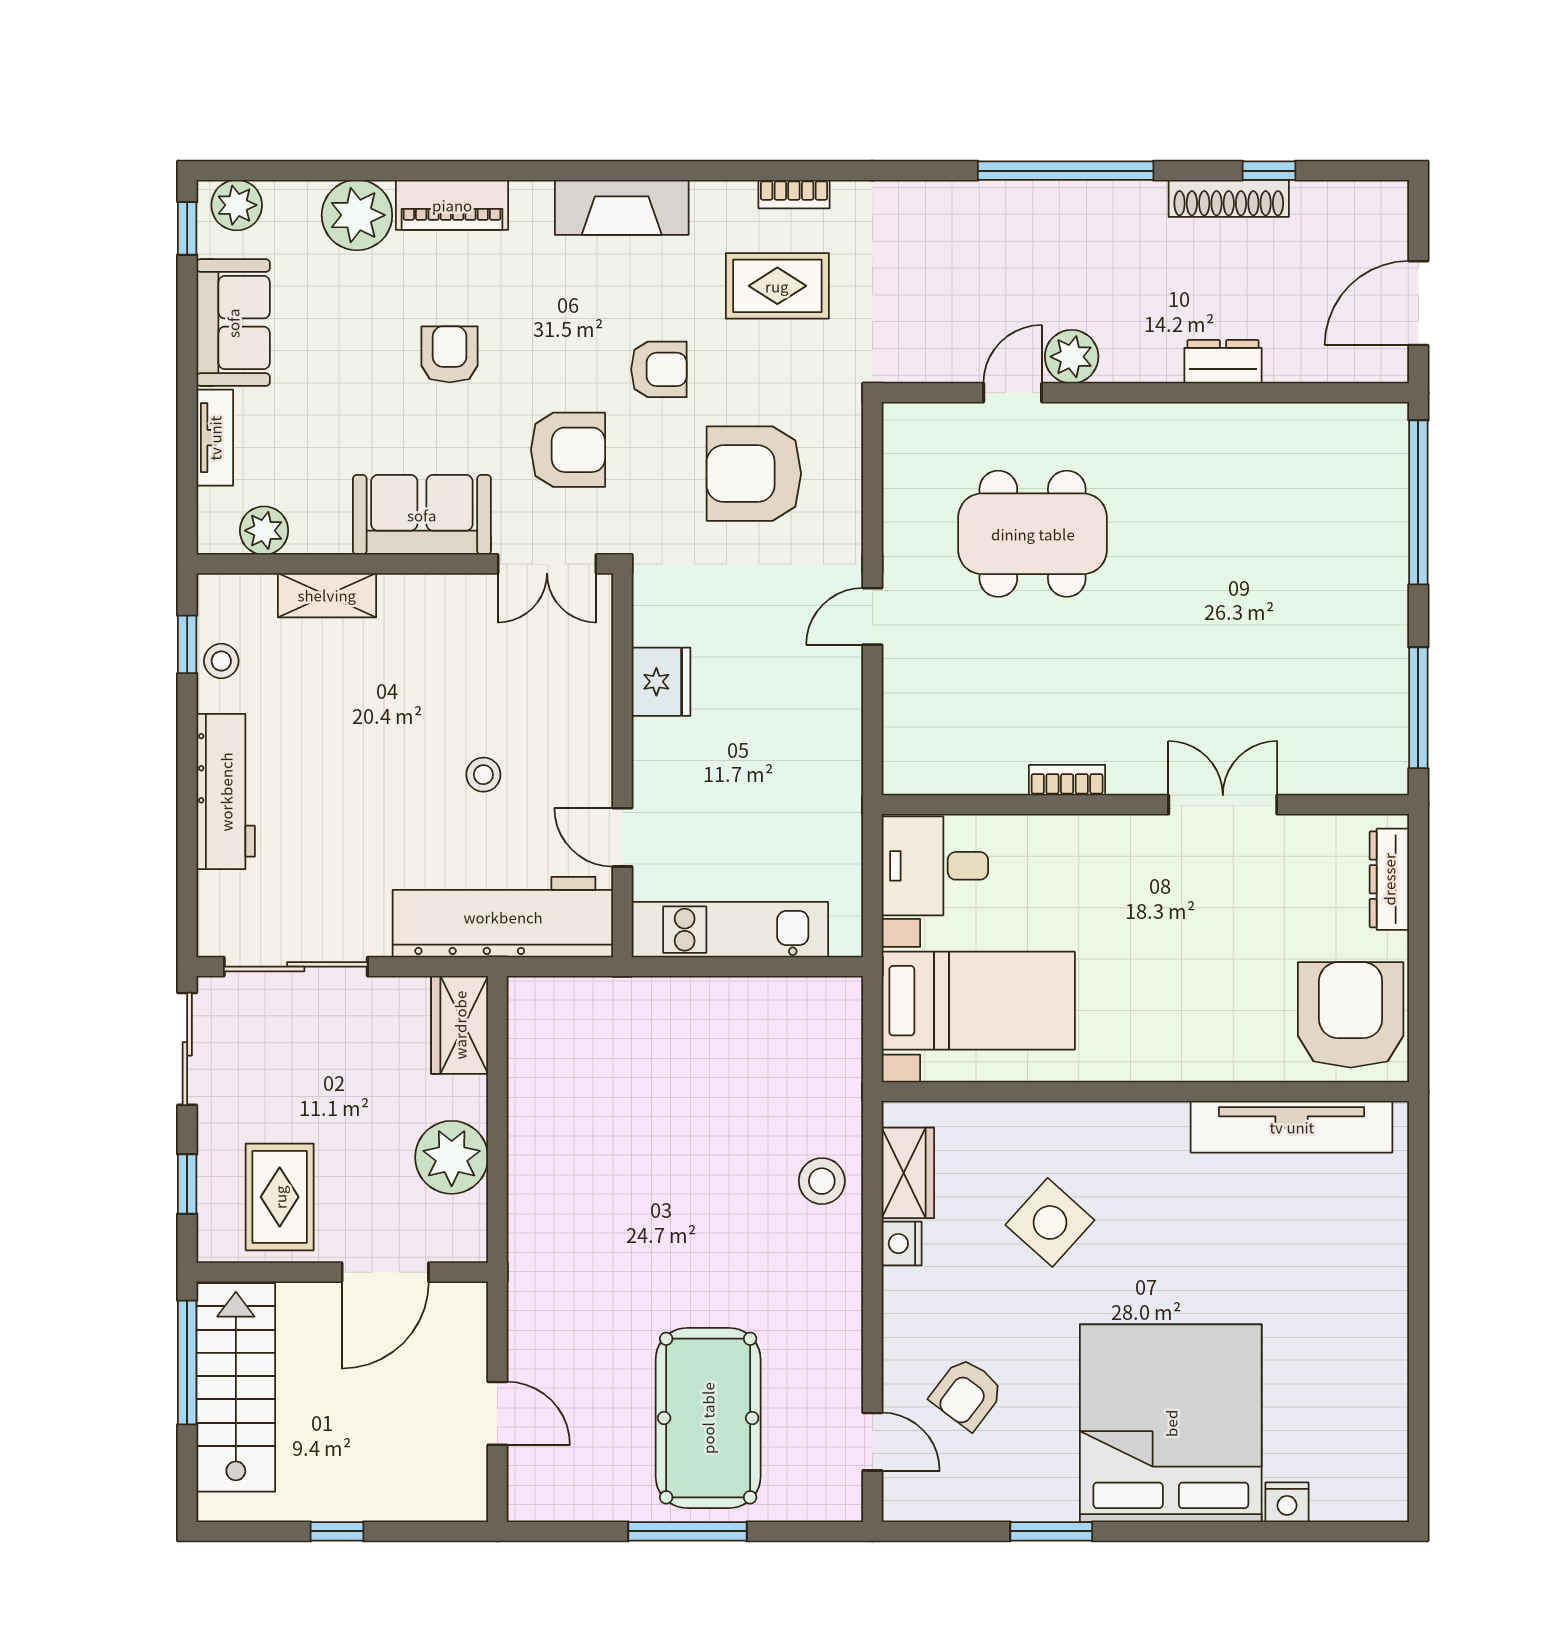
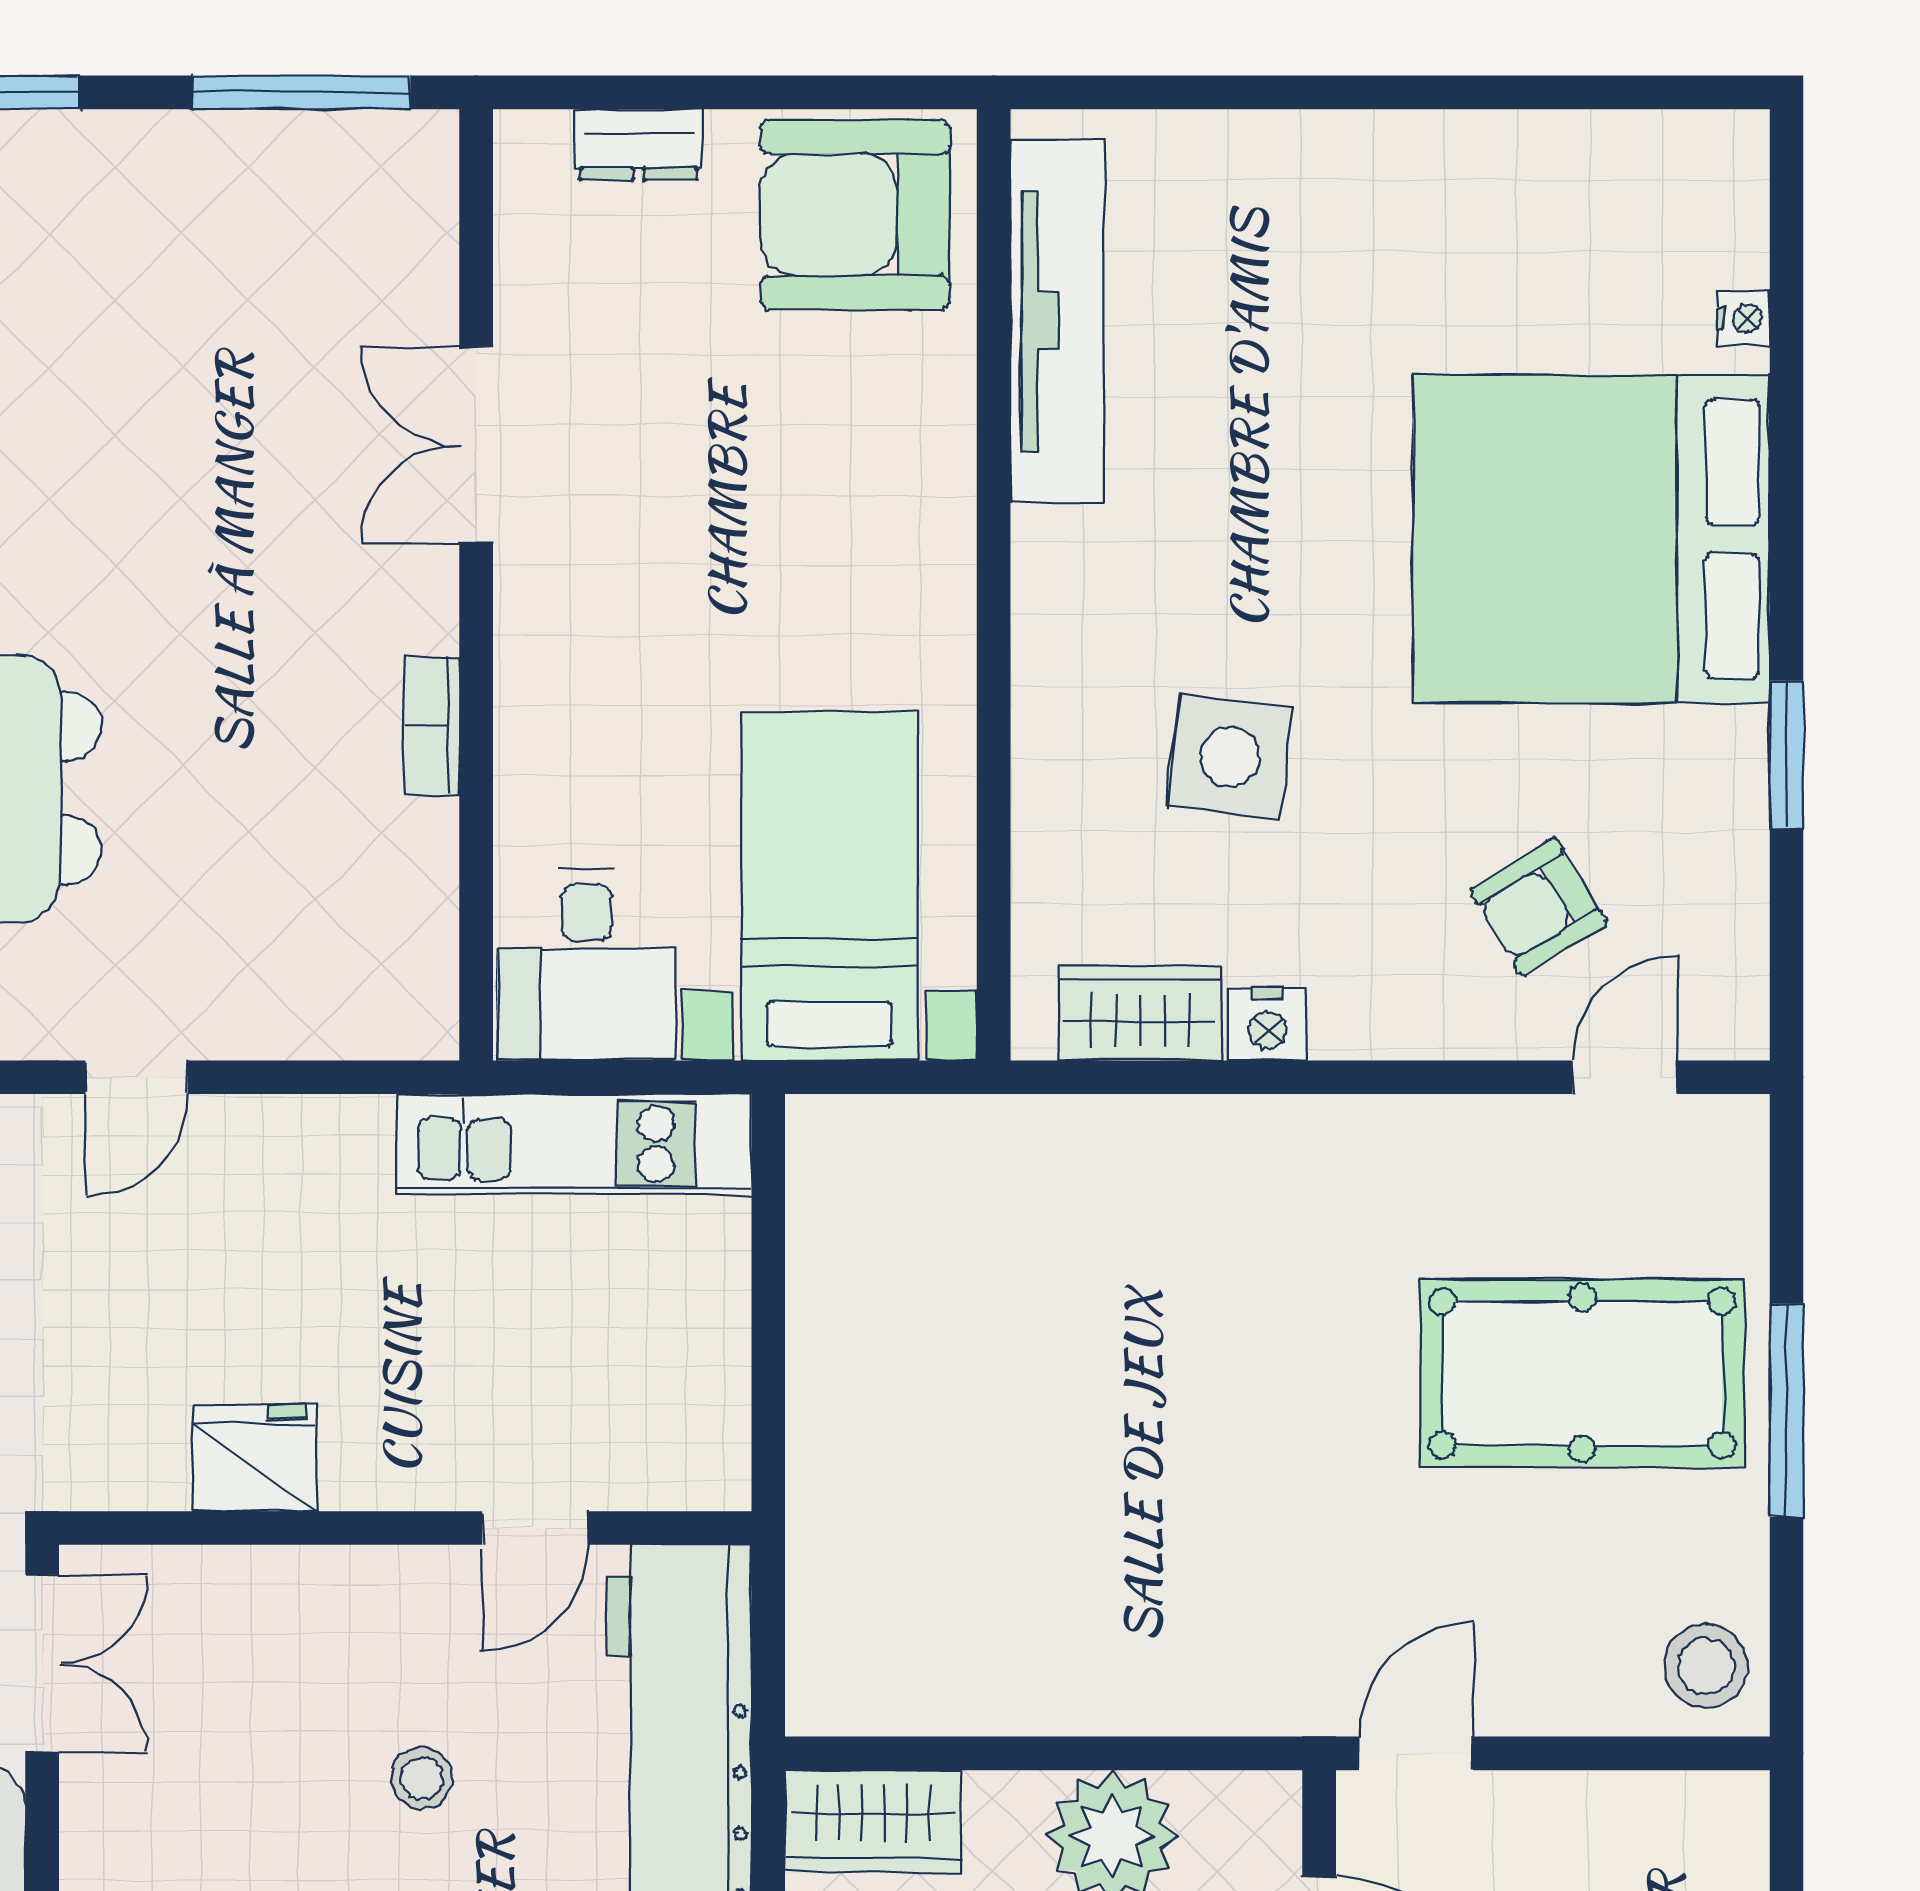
door: (872, 616) -> (137, 1077), hinge flipped
dresser: (1389, 879) -> (639, 145), width x0.70
kitchen unit: (730, 930) -> (574, 1144), moved, turned -90
stool: (822, 1181) -> (1706, 1666), moved
side table: (1050, 1222) -> (1229, 757), turned -35
armchair: (967, 1394) -> (1538, 907), turned 111
door: (497, 1413) -> (1416, 1753), moved
nightstand: (1287, 1502) -> (1743, 319), width x0.72, depth x0.74

